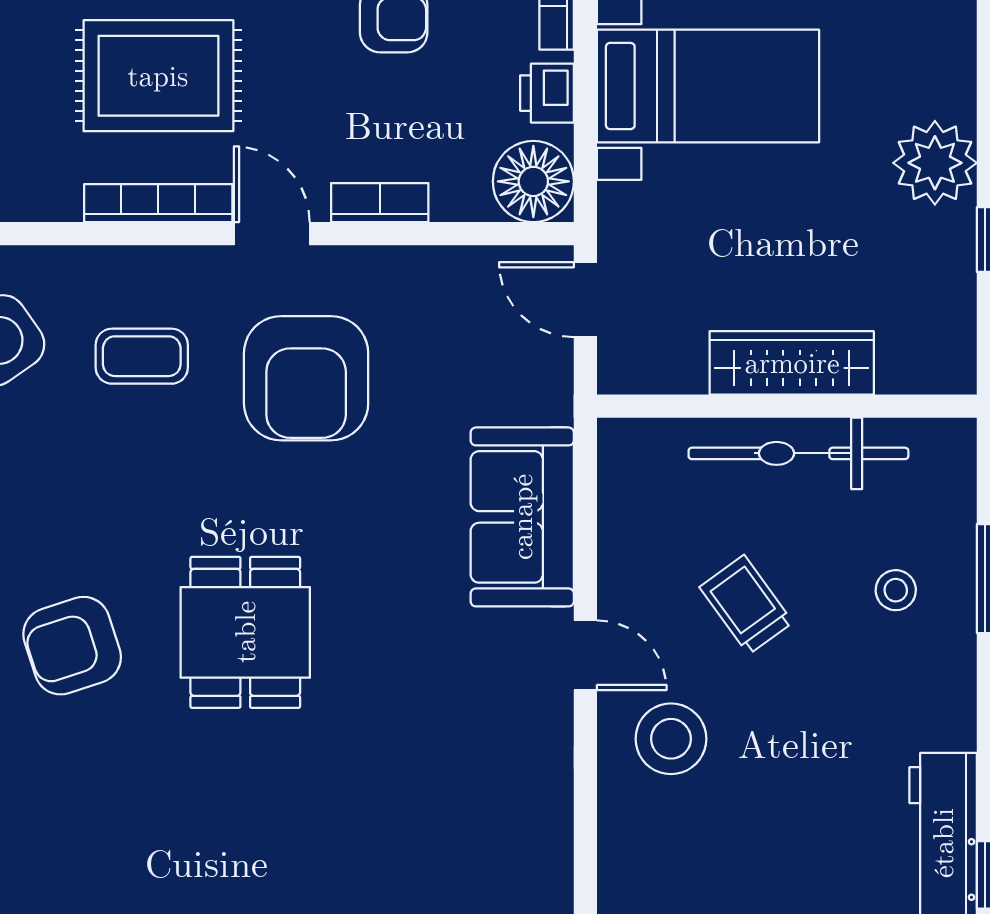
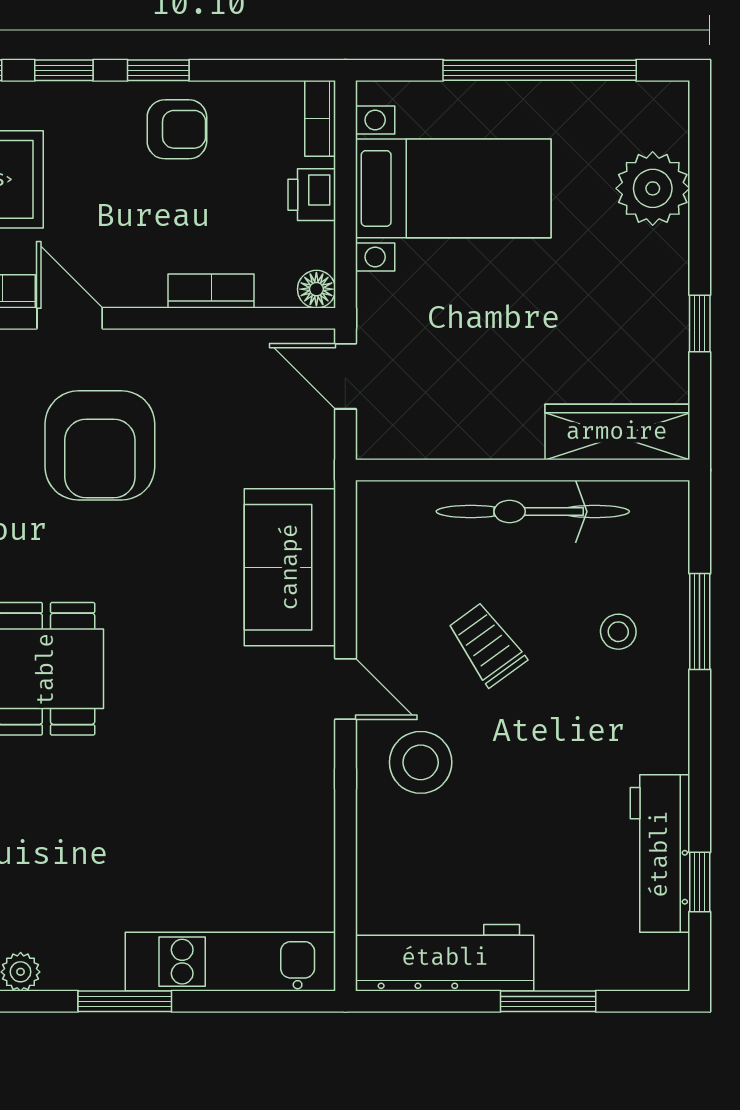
plant: (935, 163) -> (653, 188), moved
floor lamp: (533, 181) -> (316, 289), width x0.53, depth x0.53
bookcase: (380, 203) -> (211, 291), moved
wardrobe: (792, 363) -> (617, 432), moved

